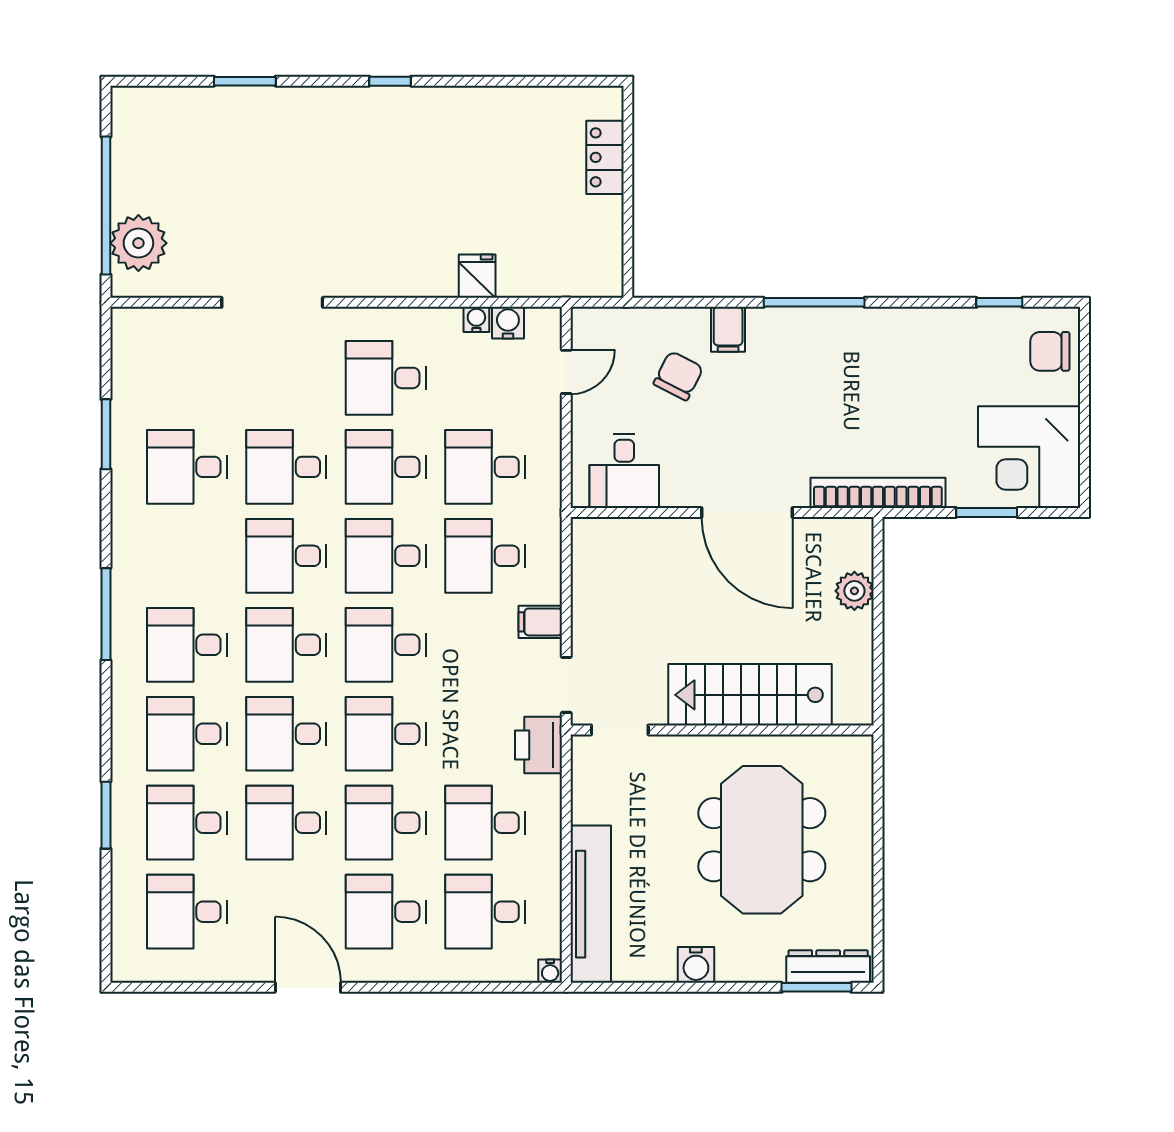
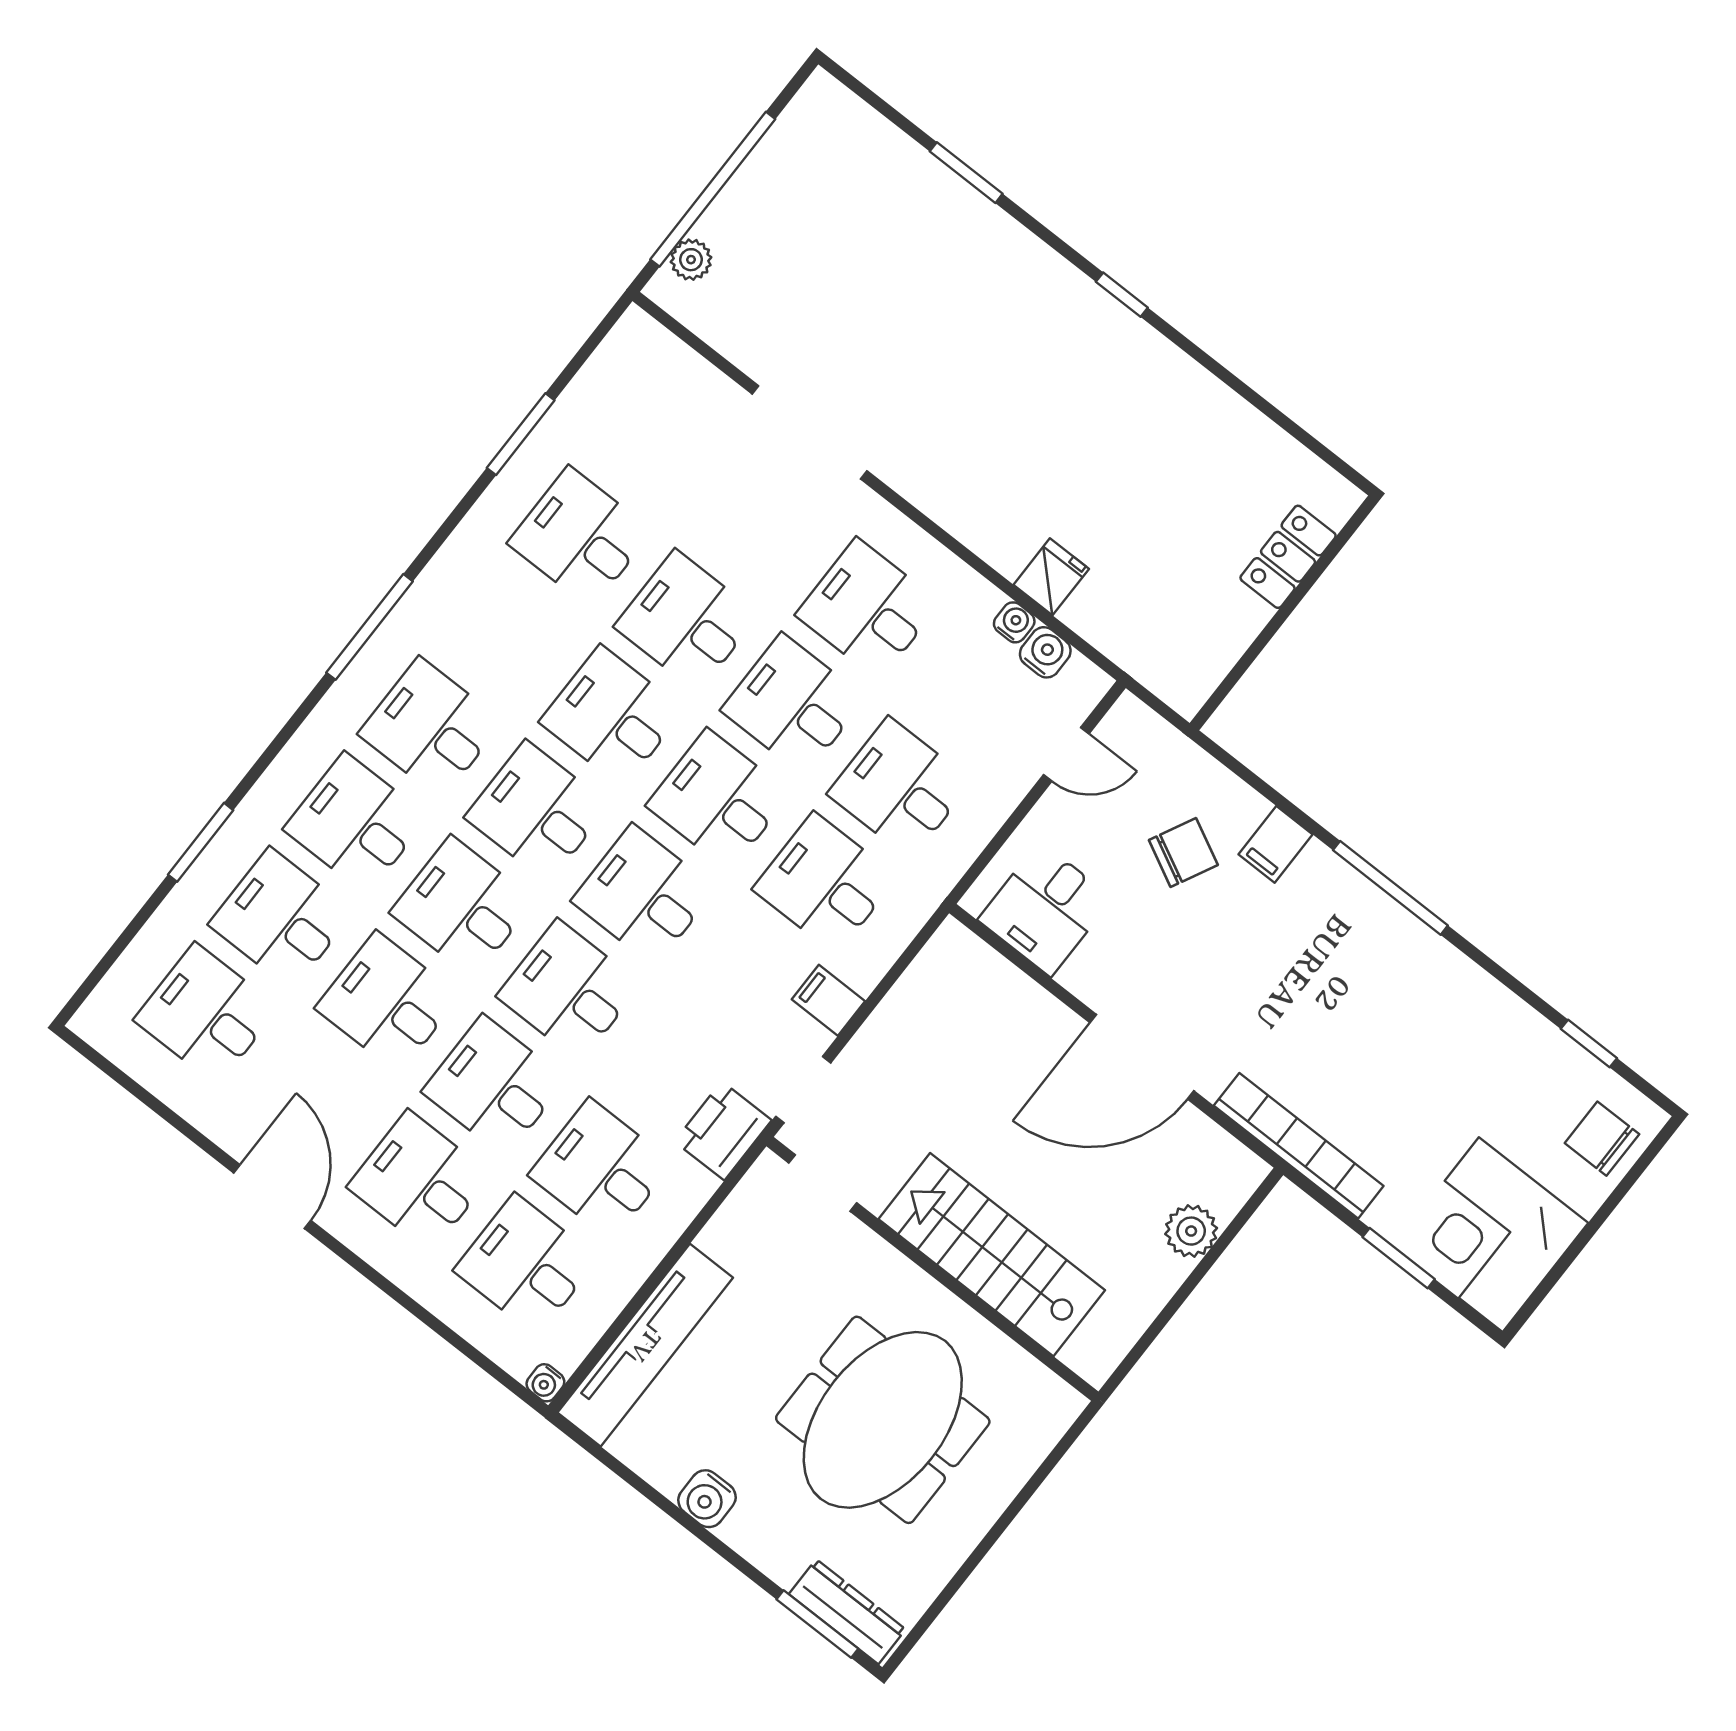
plant: (138, 243) -> (691, 260), width x0.53, depth x0.53
door: (747, 513) -> (1142, 1057), hinge flipped

